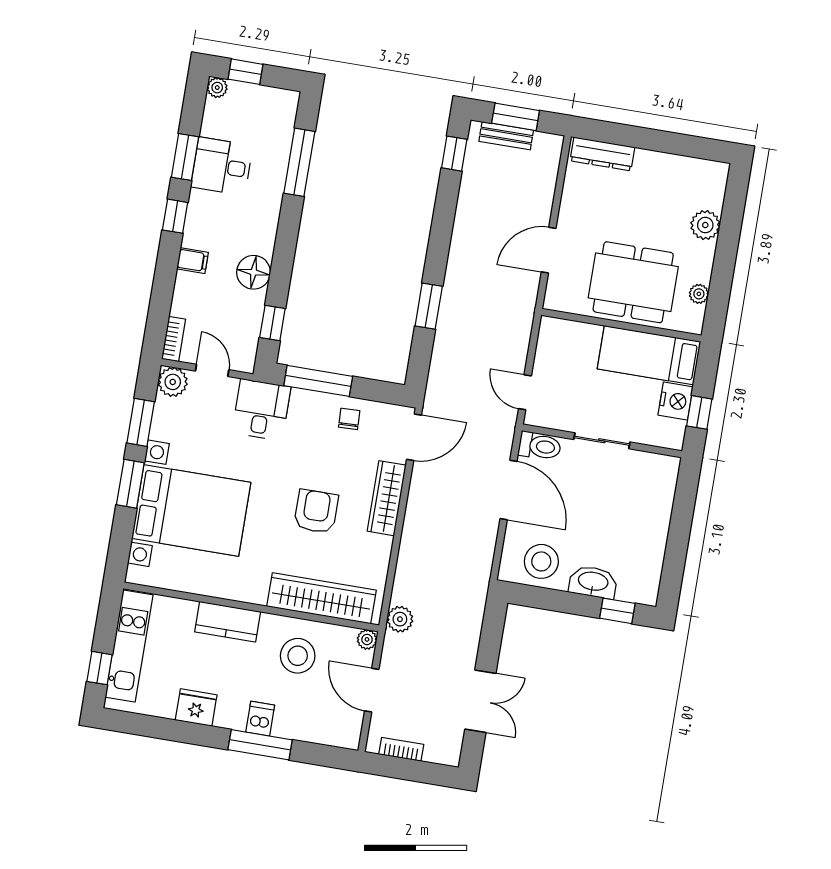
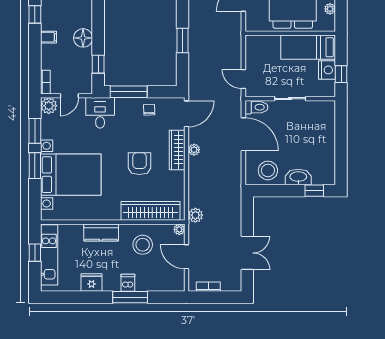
door: (212, 370) -> (69, 96), swing flipped
plant: (417, 503) -> (194, 150), added
window: (99, 668) -> (35, 253), moved

